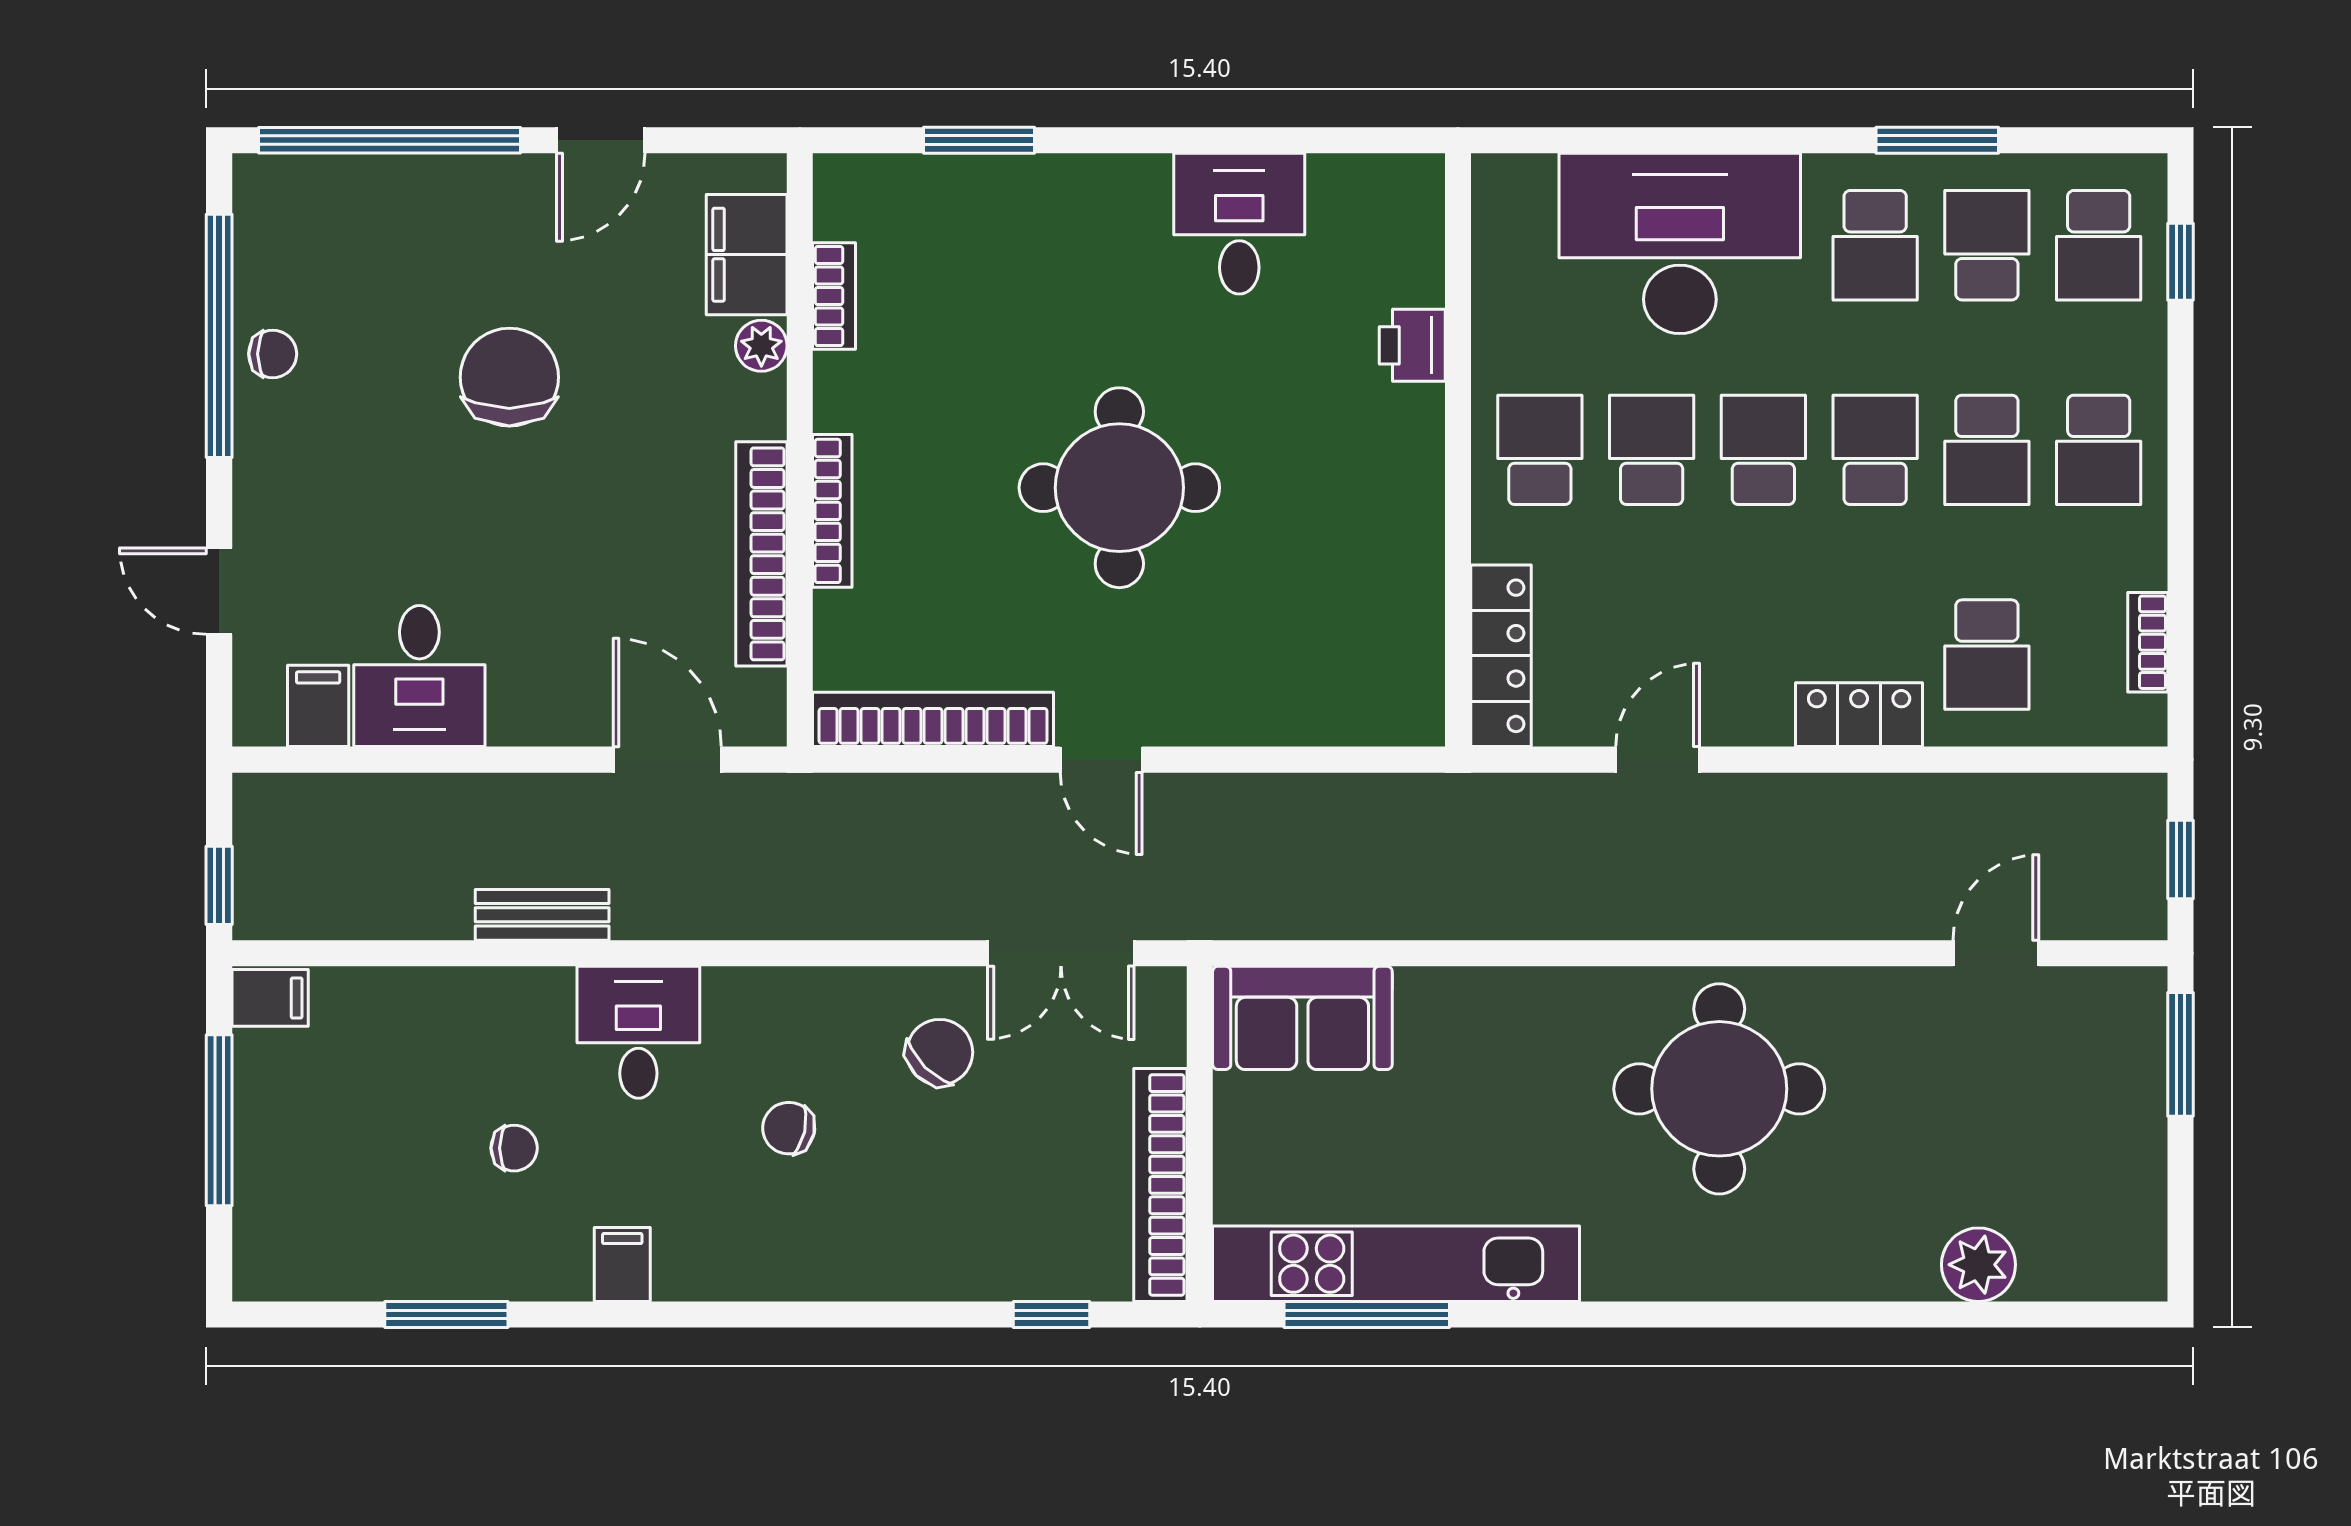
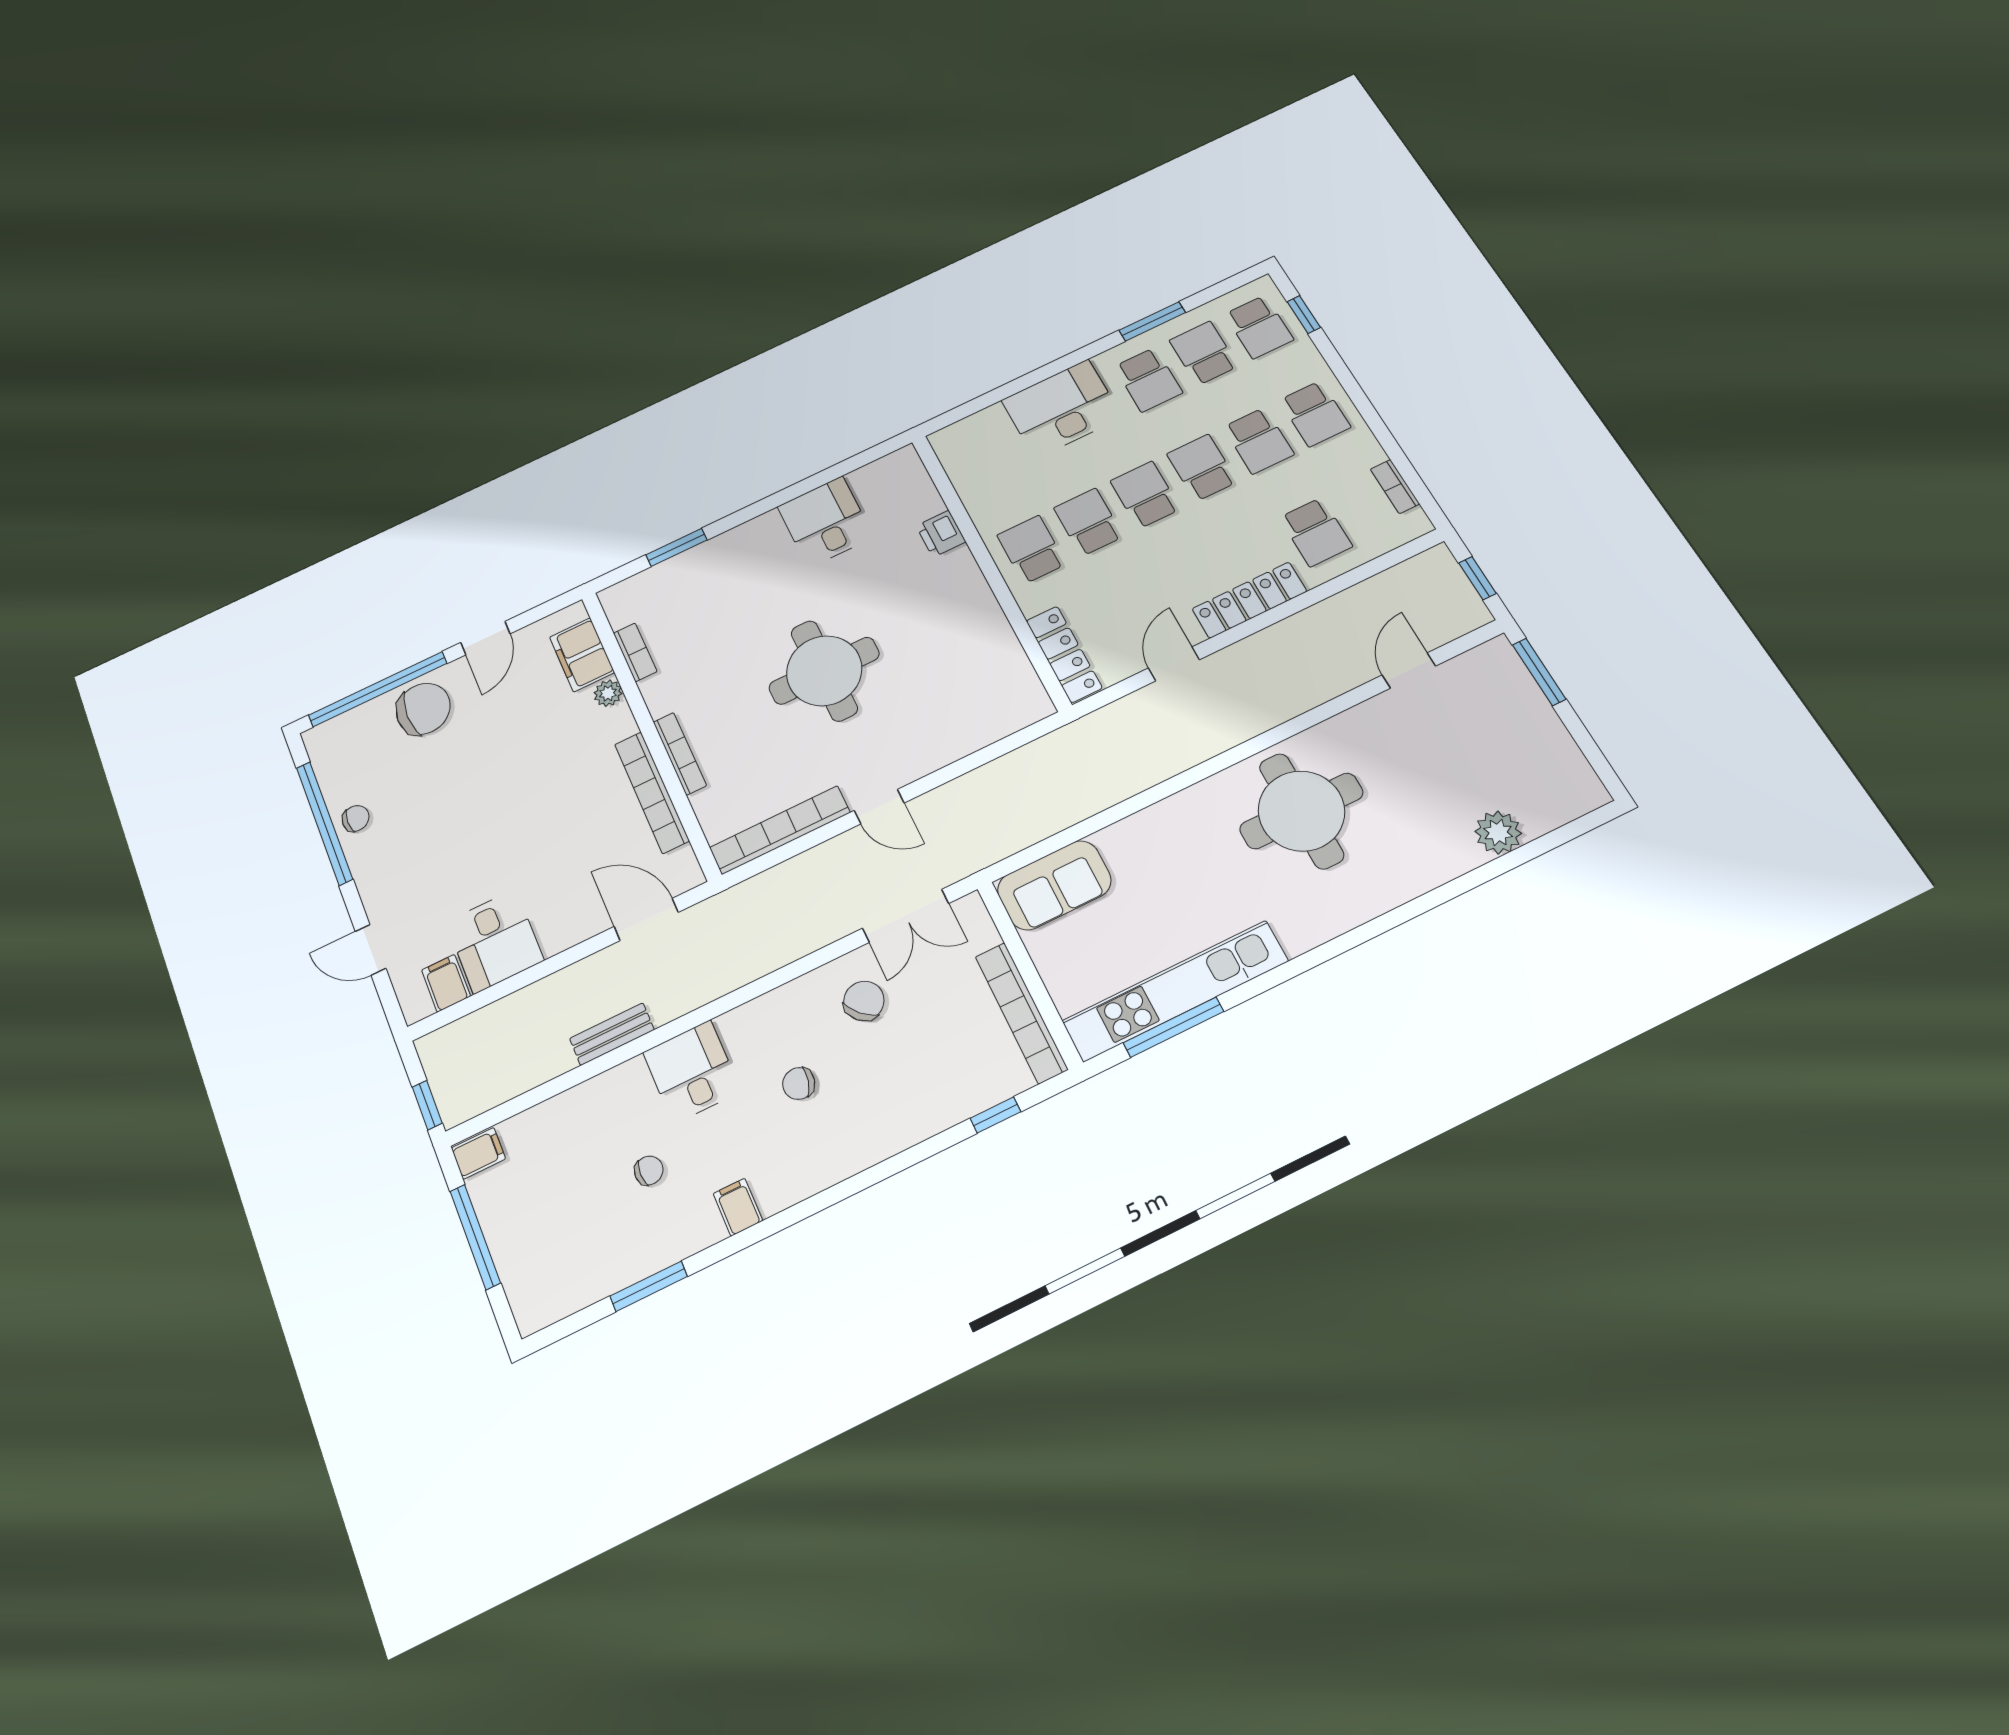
desk: (1680, 243) -> (1062, 409), width x0.73, depth x0.77
chair: (509, 377) -> (423, 709), moved, turned 90
locker: (1859, 715) -> (1249, 600), width x1.53

